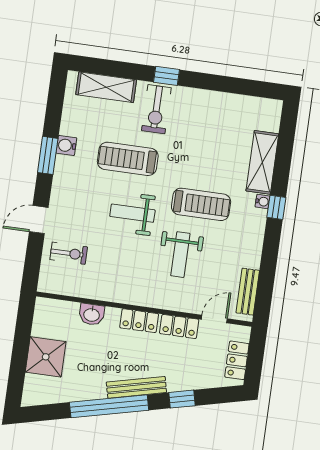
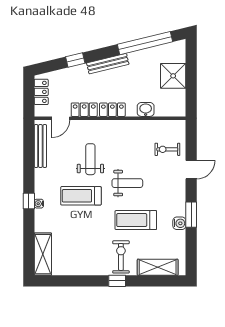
treadmill: (128, 159) -> (136, 220), turned 180
shelving: (262, 162) -> (43, 254), moved
bench: (248, 292) -> (40, 146), width x1.36
window: (109, 406) -> (145, 43), moved

